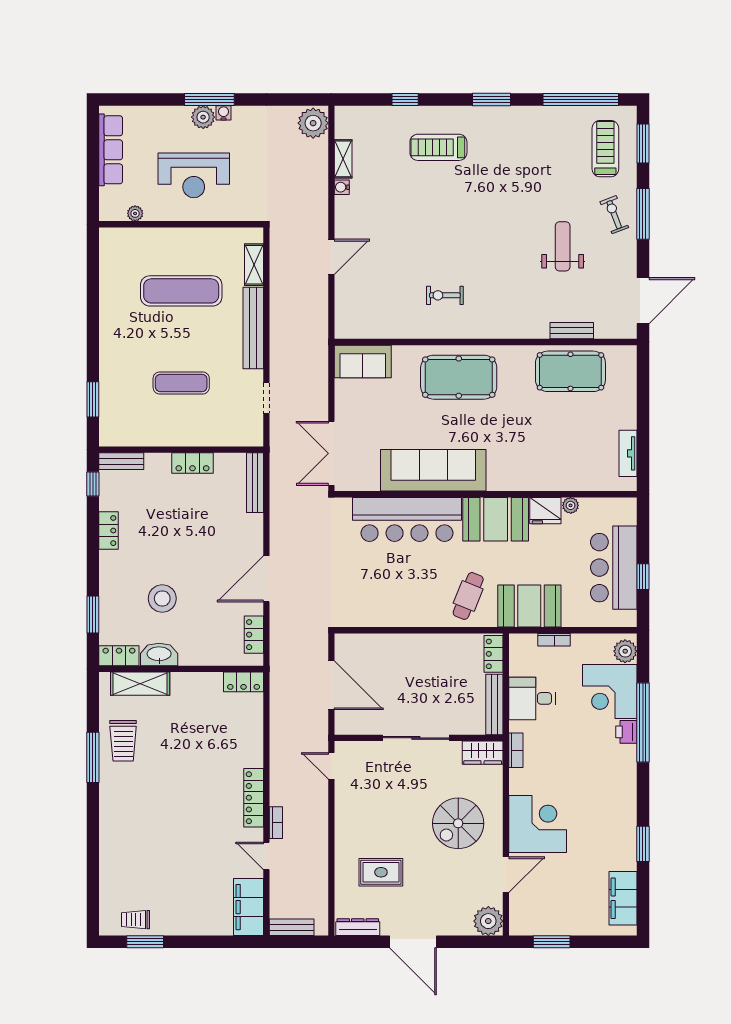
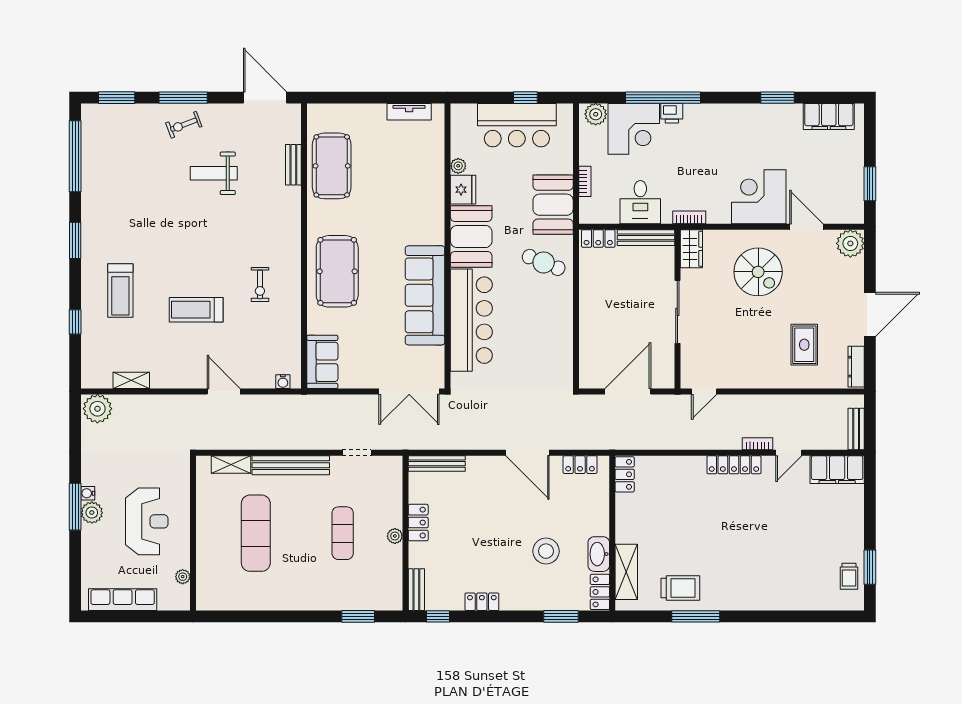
treadmill: (605, 149) -> (196, 310), moved
water cooler: (342, 187) -> (283, 382), moved
plant: (178, 438) -> (395, 536), added

